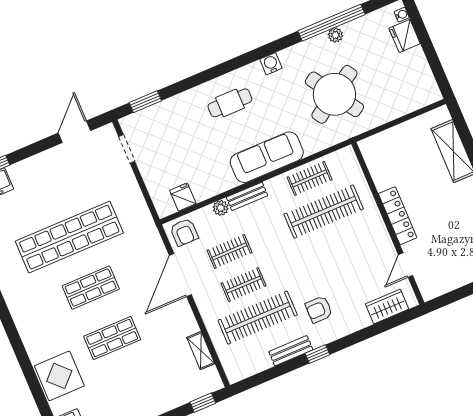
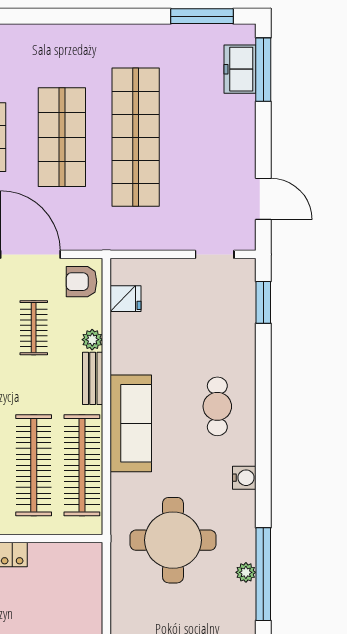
round table: (334, 94) -> (173, 540), turned 33
clothes rail: (310, 178) -> (82, 465), width x1.86, depth x1.31
shop shelf: (91, 288) -> (62, 137), width x1.43, depth x1.36

